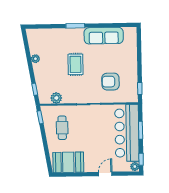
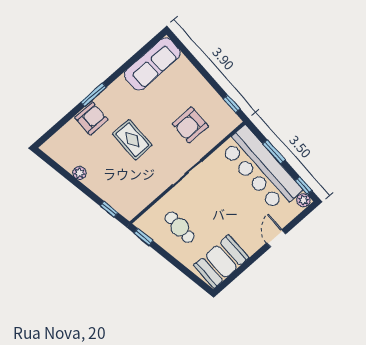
sofa: (104, 36) -> (152, 64), moved
armchair: (64, 37) -> (91, 119), added
plant: (56, 98) -> (143, 198), removed

